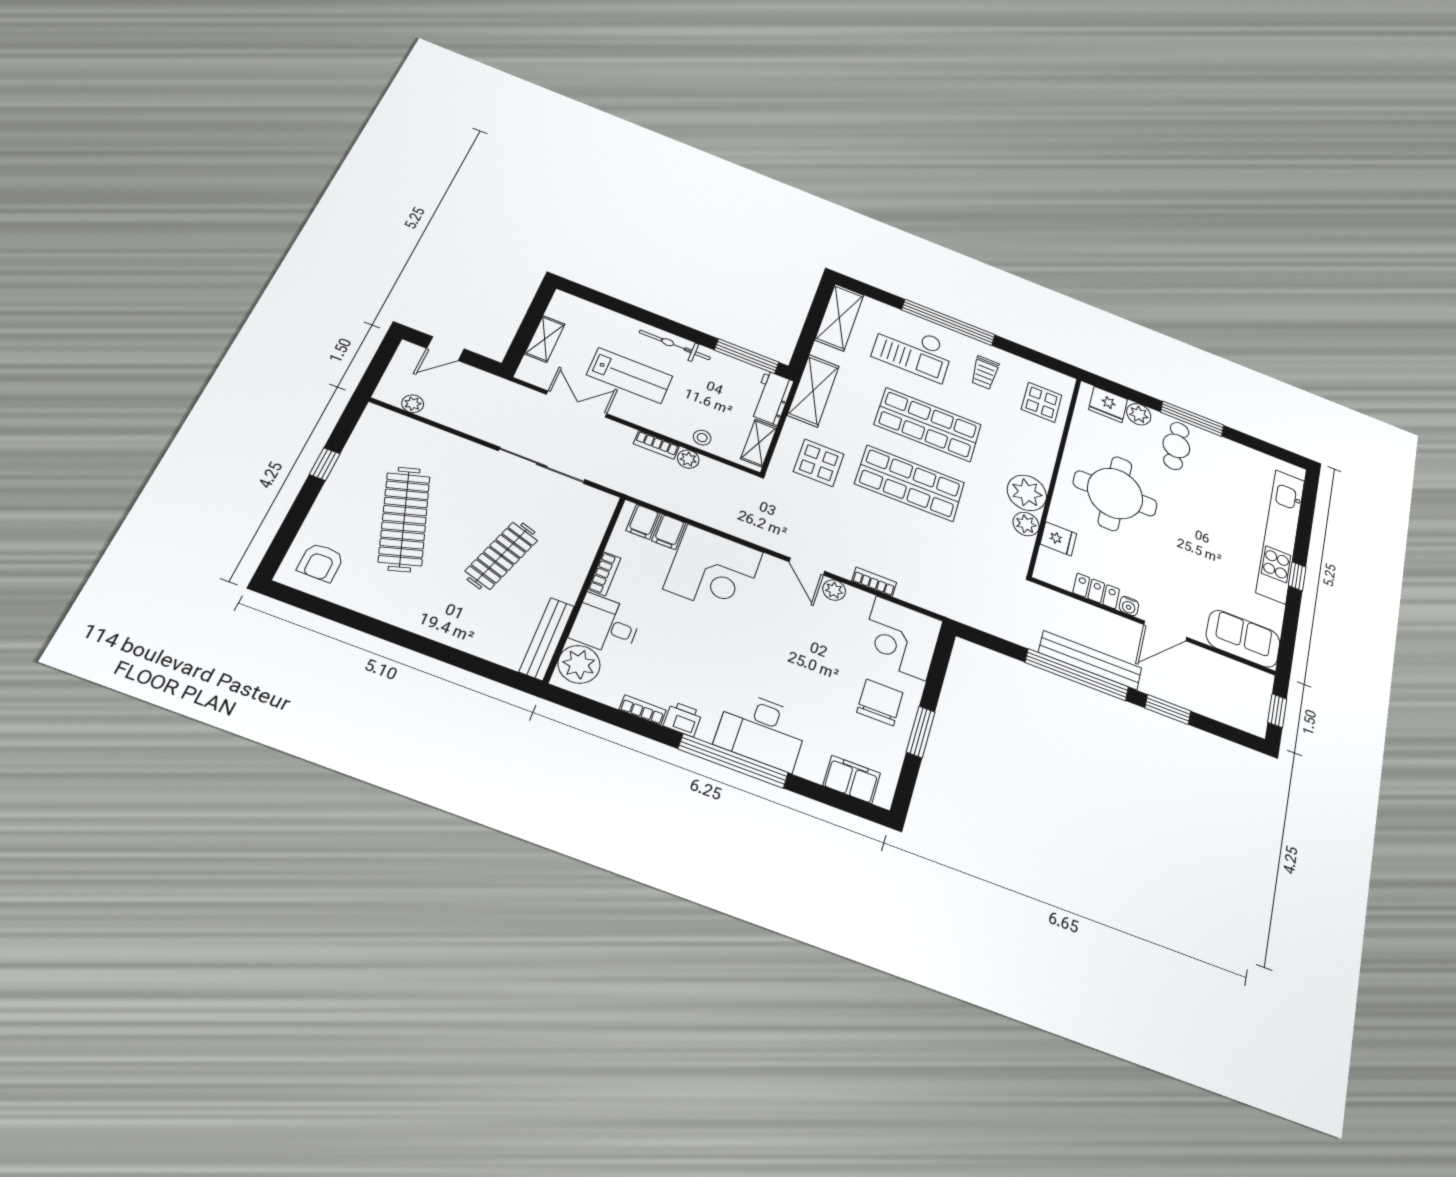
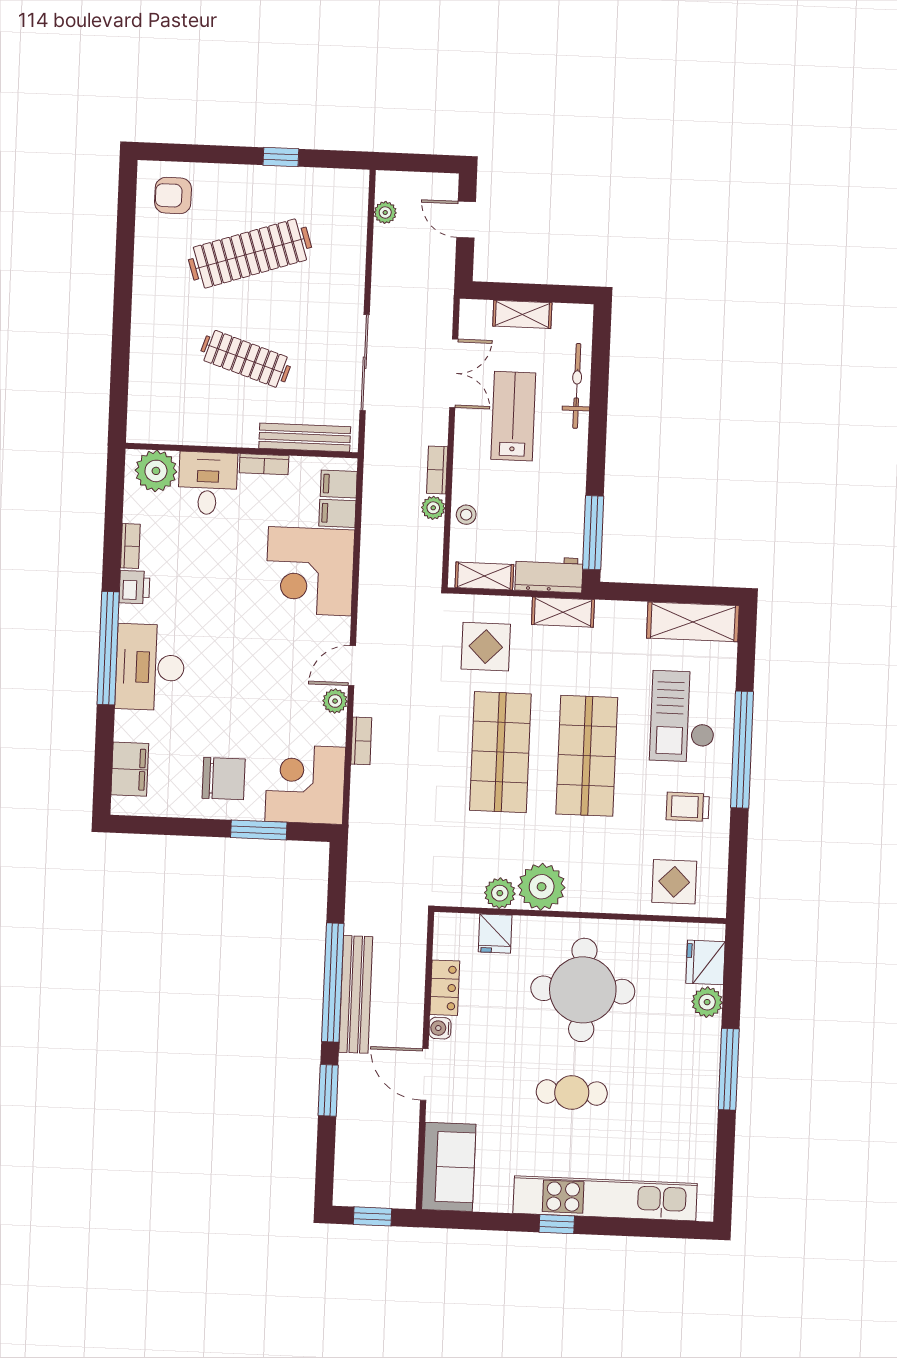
bicycle: (675, 345) -> (577, 386), moved
lab bench: (630, 375) -> (513, 416), turned 180
shelving: (813, 391) -> (563, 612), width x0.67, depth x0.75
cafe table: (1176, 446) -> (572, 1093), moved
bench: (547, 639) -> (305, 437), moved
window: (921, 732) -> (259, 830), moved

